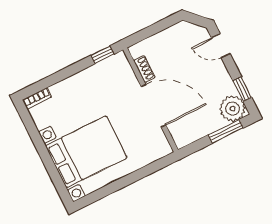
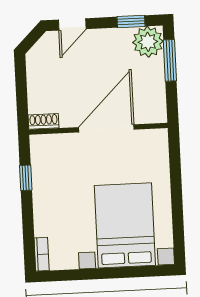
window: (103, 55) -> (26, 178), moved
shoe rack: (144, 69) -> (44, 121), moved

